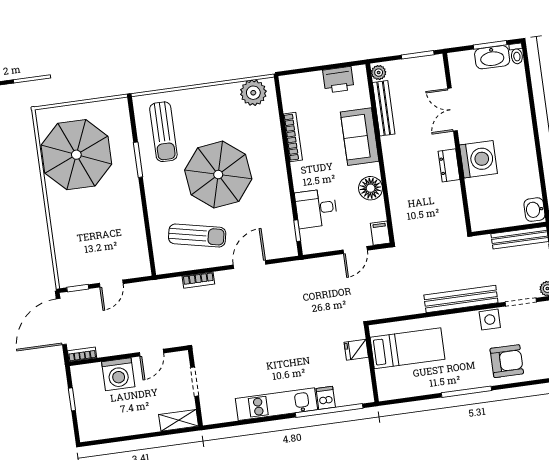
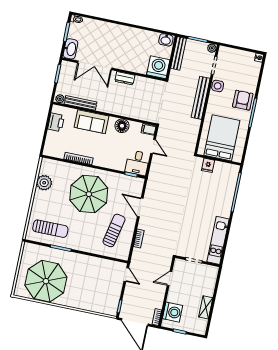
washbasin: (492, 57) -> (70, 49), moved
plant: (253, 93) -> (44, 183), moved
double door: (452, 110) -> (95, 65), width x1.37
washing machine: (478, 159) -> (158, 67), moved
parasol: (218, 175) -> (89, 194), moved
desk: (316, 208) -> (137, 163), moved
door: (111, 283) -> (126, 275), moved
bed: (407, 348) -> (222, 138), width x1.50
door: (151, 353) -> (170, 279), swing flipped
armchair: (507, 361) -> (243, 100), moved
washing machine: (118, 374) -> (173, 312), moved
dishwasher: (326, 398) -> (229, 192), removed
kitchen unit: (276, 404) -> (218, 240), moved
shelving: (179, 420) -> (206, 307), moved

